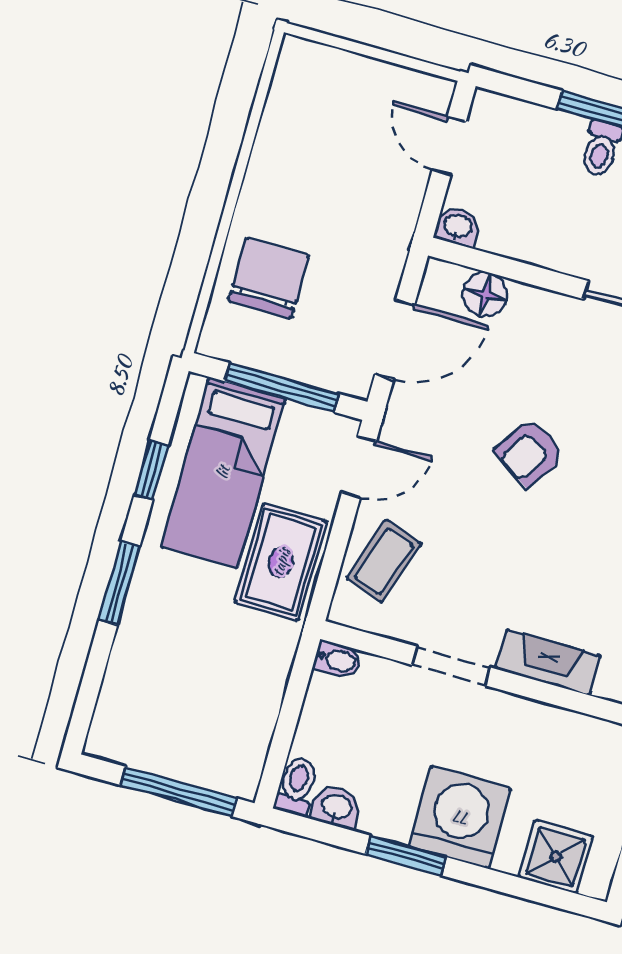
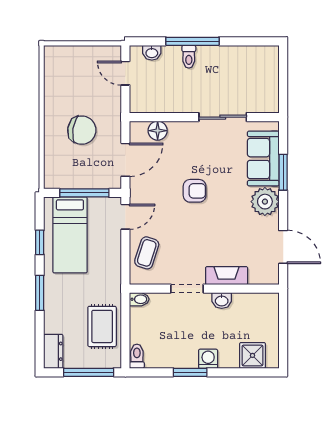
washbasin: (458, 227) -> (152, 53), moved, turned 180
chair: (268, 278) -> (82, 130), moved, turned 99
armchair: (530, 452) -> (195, 191), turned -123
rug: (281, 562) -> (102, 326), moved
dresser: (113, 722) -> (53, 351), added
washbasin: (336, 807) -> (222, 301), moved, turned 180
washing machine: (460, 817) -> (208, 359), width x0.53, depth x0.53

